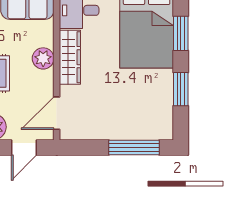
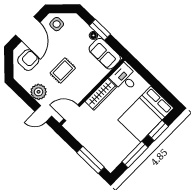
plant: (43, 58) -> (89, 84), removed
window: (181, 89) -> (135, 154), width x1.44

